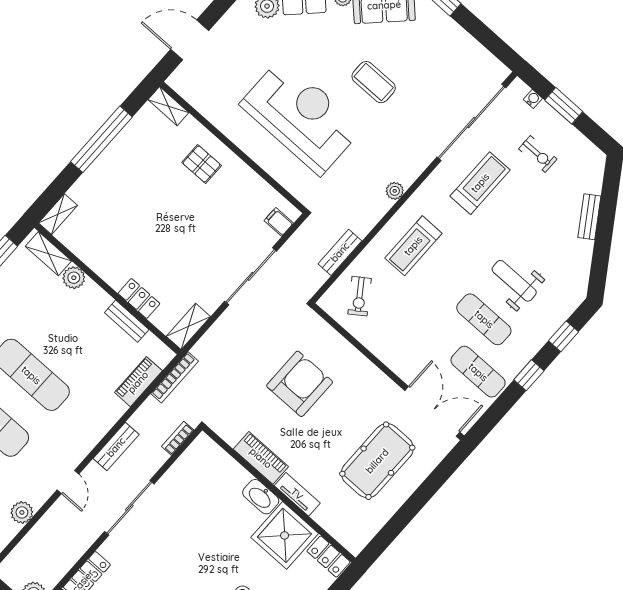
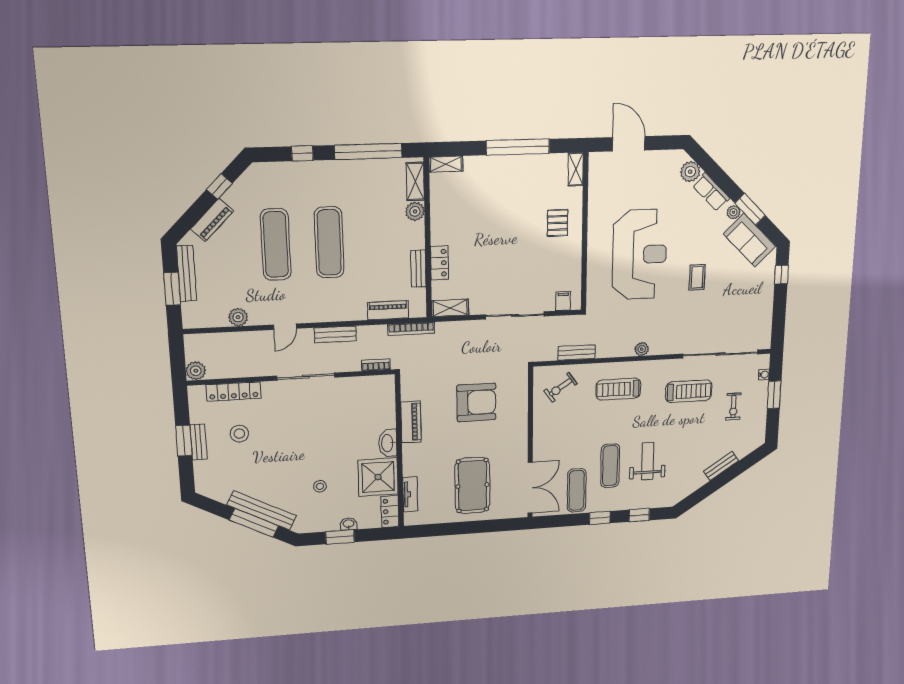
coffee table: (374, 82) -> (697, 277), width x0.73, depth x0.77
pool table: (377, 461) -> (472, 486), turned 90
tv unit: (297, 494) -> (410, 494), moved

